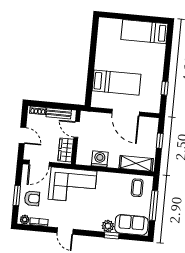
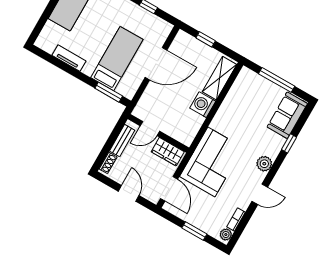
tv unit: (101, 48) -> (69, 58), added
window: (89, 88) -> (109, 92), added
door: (23, 135) -> (129, 193), hinge flipped
washing machine: (100, 159) -> (203, 105), moved
coffee table: (137, 188) -> (248, 89), removed
armchair: (32, 198) -> (205, 215), removed
plant: (108, 226) -> (264, 164), moved

